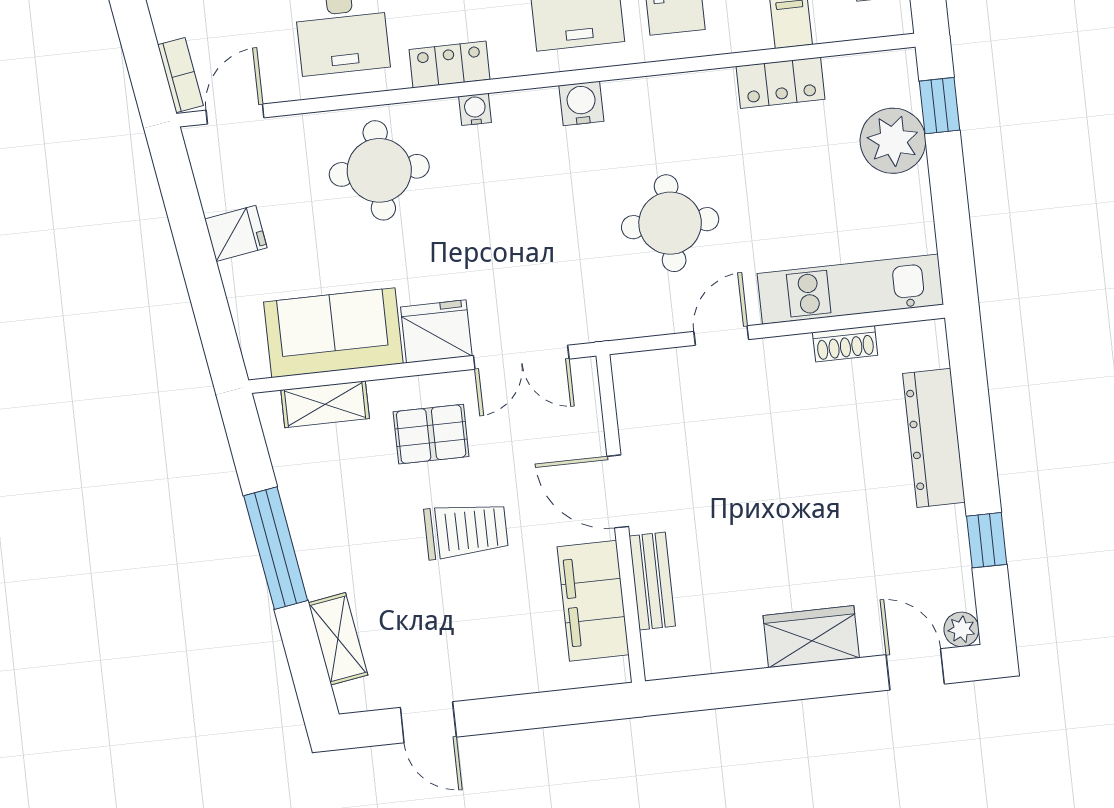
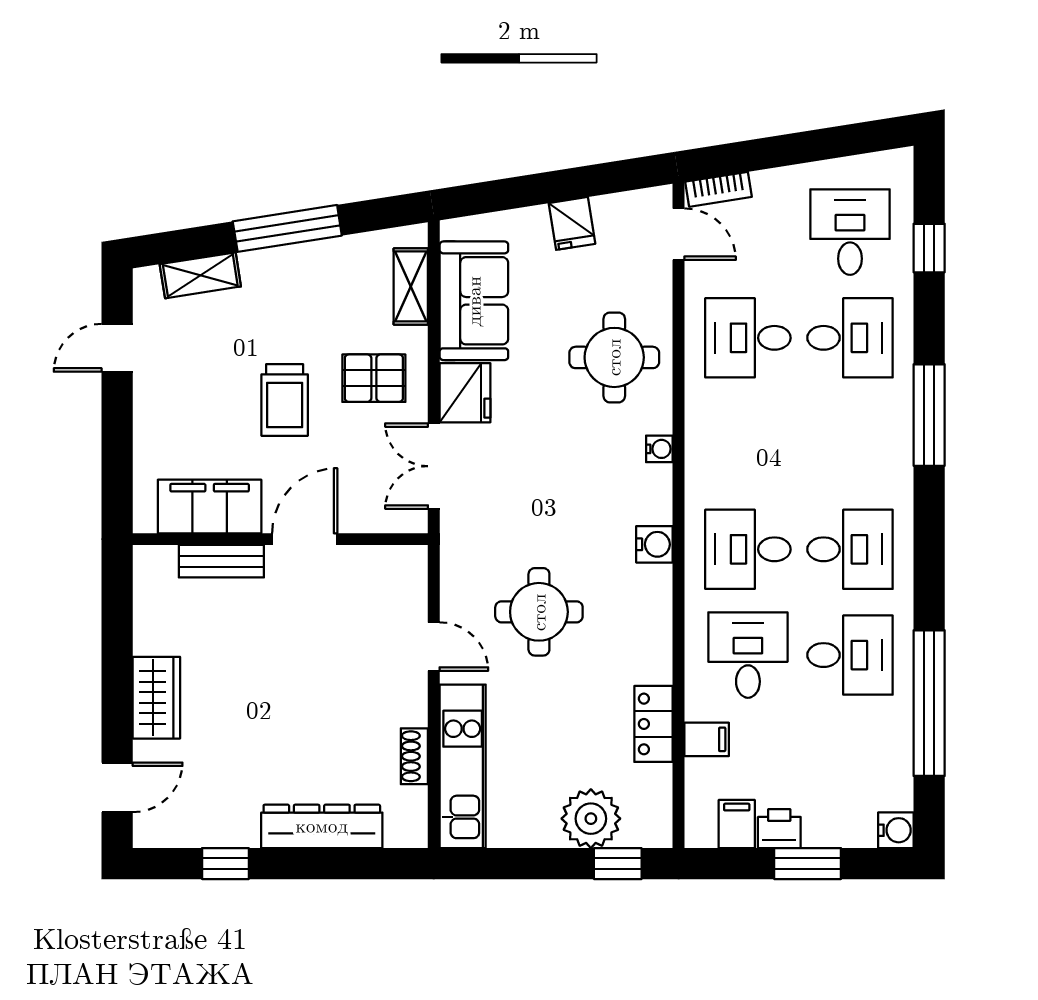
locker: (450, 65) -> (702, 430), removed
pallet: (431, 434) -> (374, 378), turned 90
plant: (961, 629) -> (148, 832), removed

